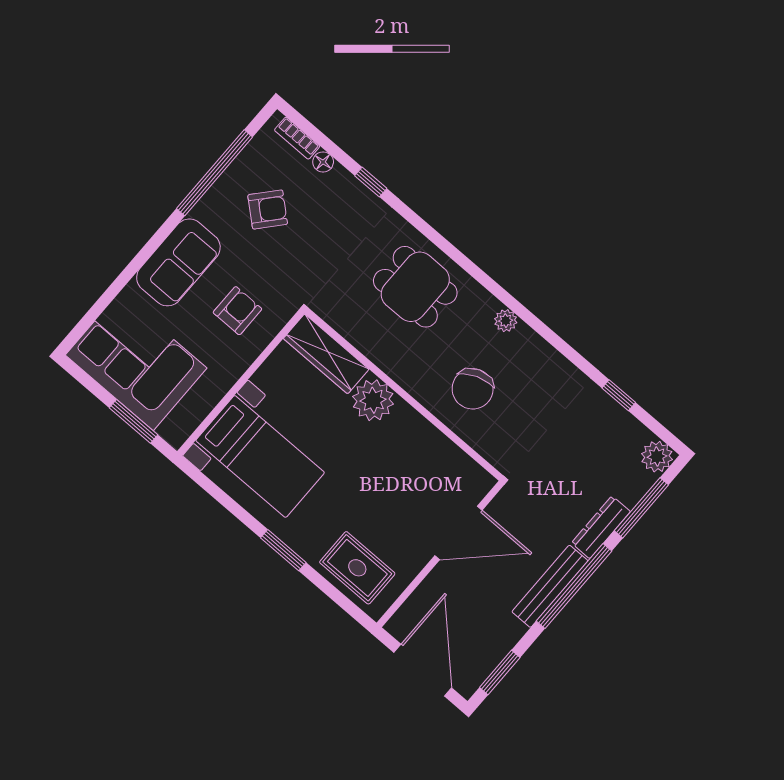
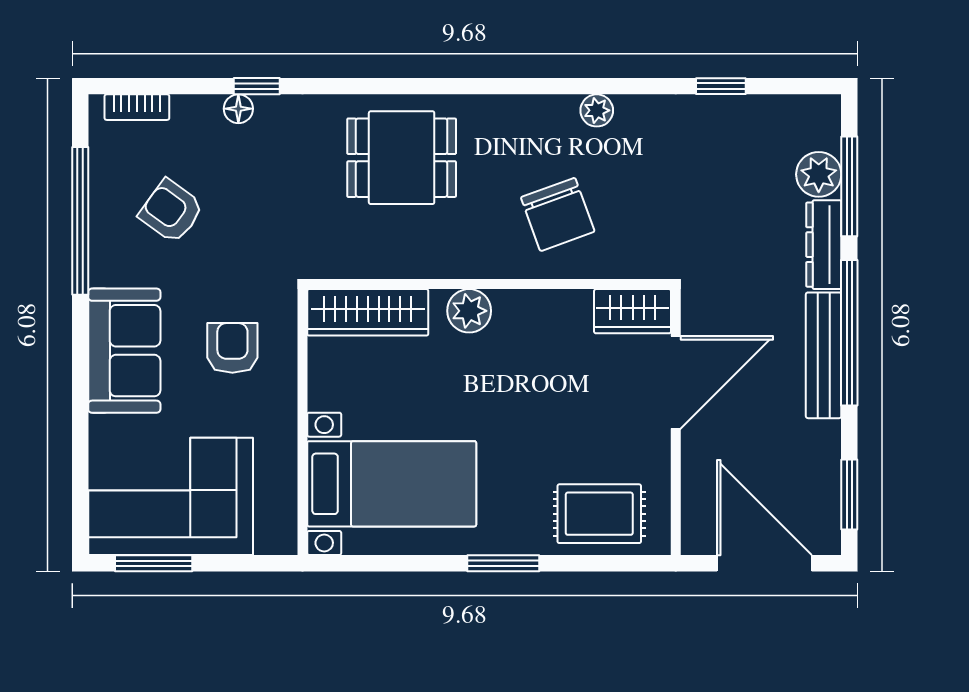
floor lamp: (323, 162) -> (238, 109), moved
armchair: (268, 210) -> (171, 211), turned -95
plant: (506, 321) -> (597, 110), moved
plant: (373, 400) -> (469, 311), width x0.73, depth x0.73
window: (133, 421) -> (154, 563), moved
plant: (657, 457) -> (819, 174), moved
wardrobe: (468, 475) -> (633, 311), added

